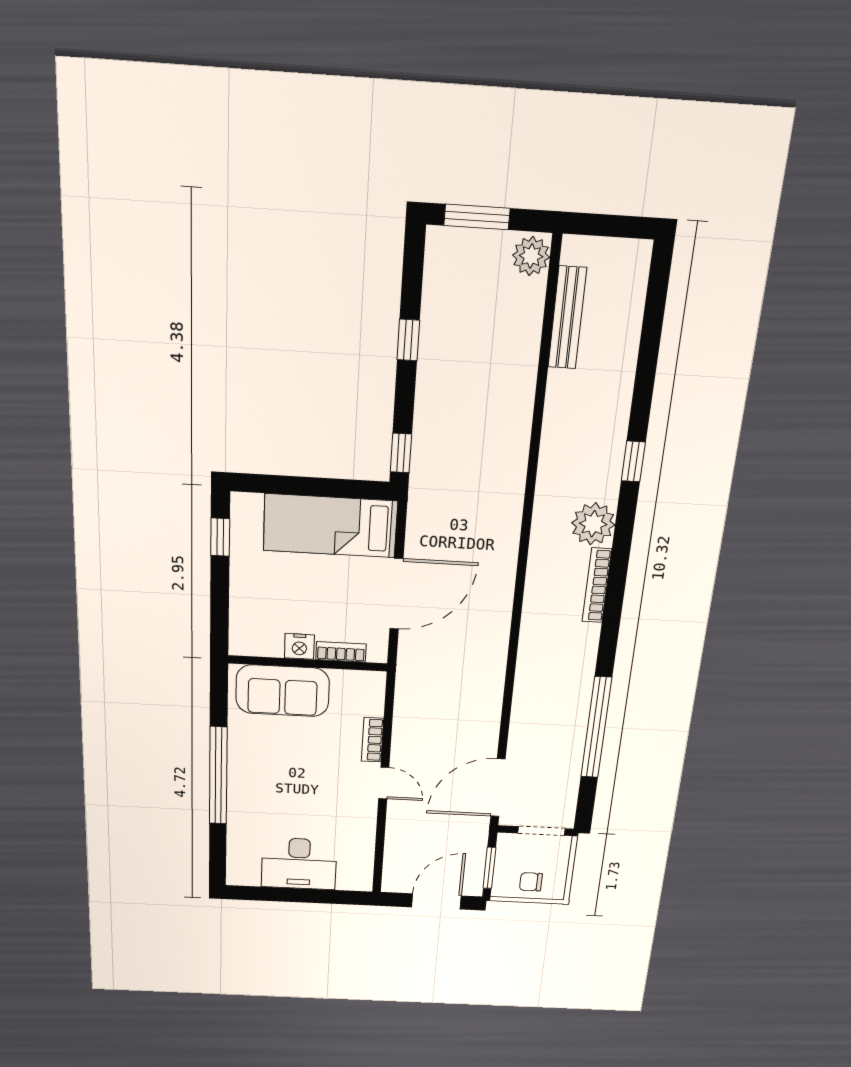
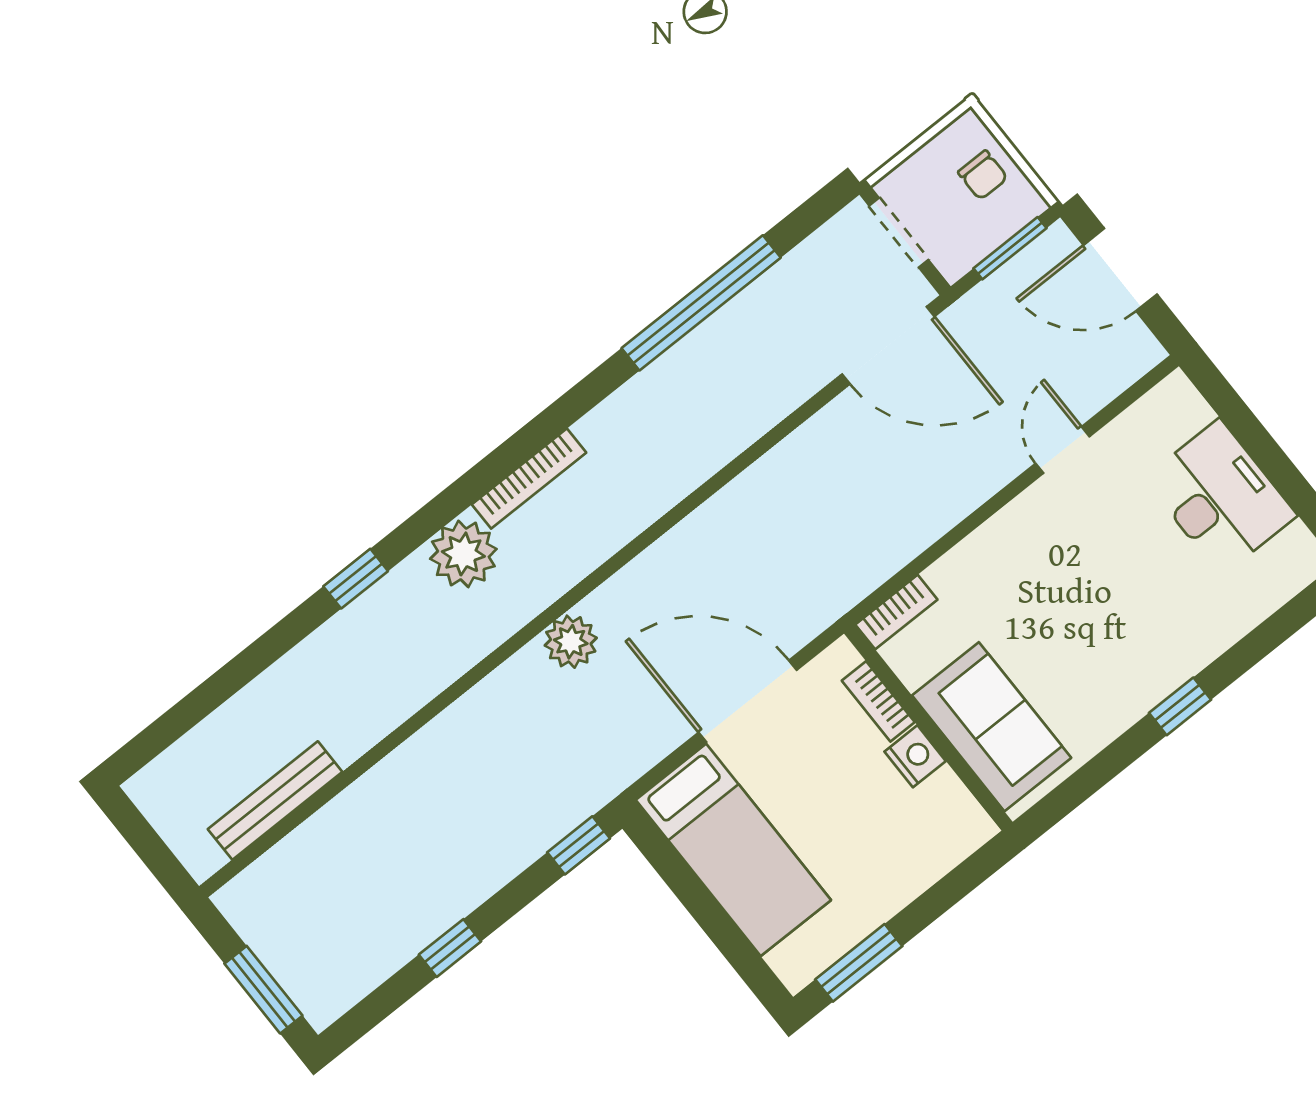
plant: (531, 256) -> (571, 642), moved
window: (220, 537) -> (859, 963), width x1.50
bookcase: (372, 740) -> (896, 612), moved
window: (218, 776) -> (1180, 706), width x0.32
door: (384, 783) -> (1062, 450), moved

